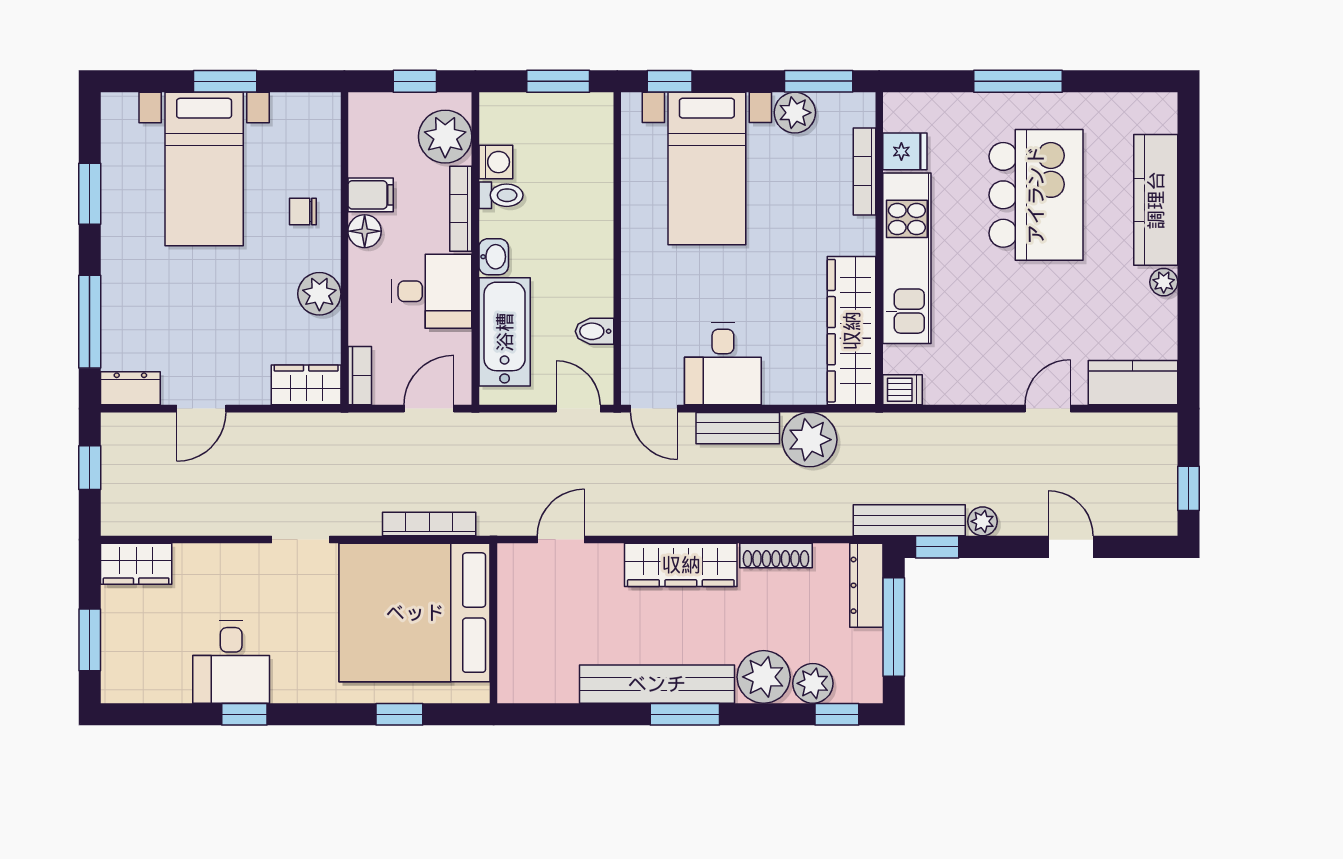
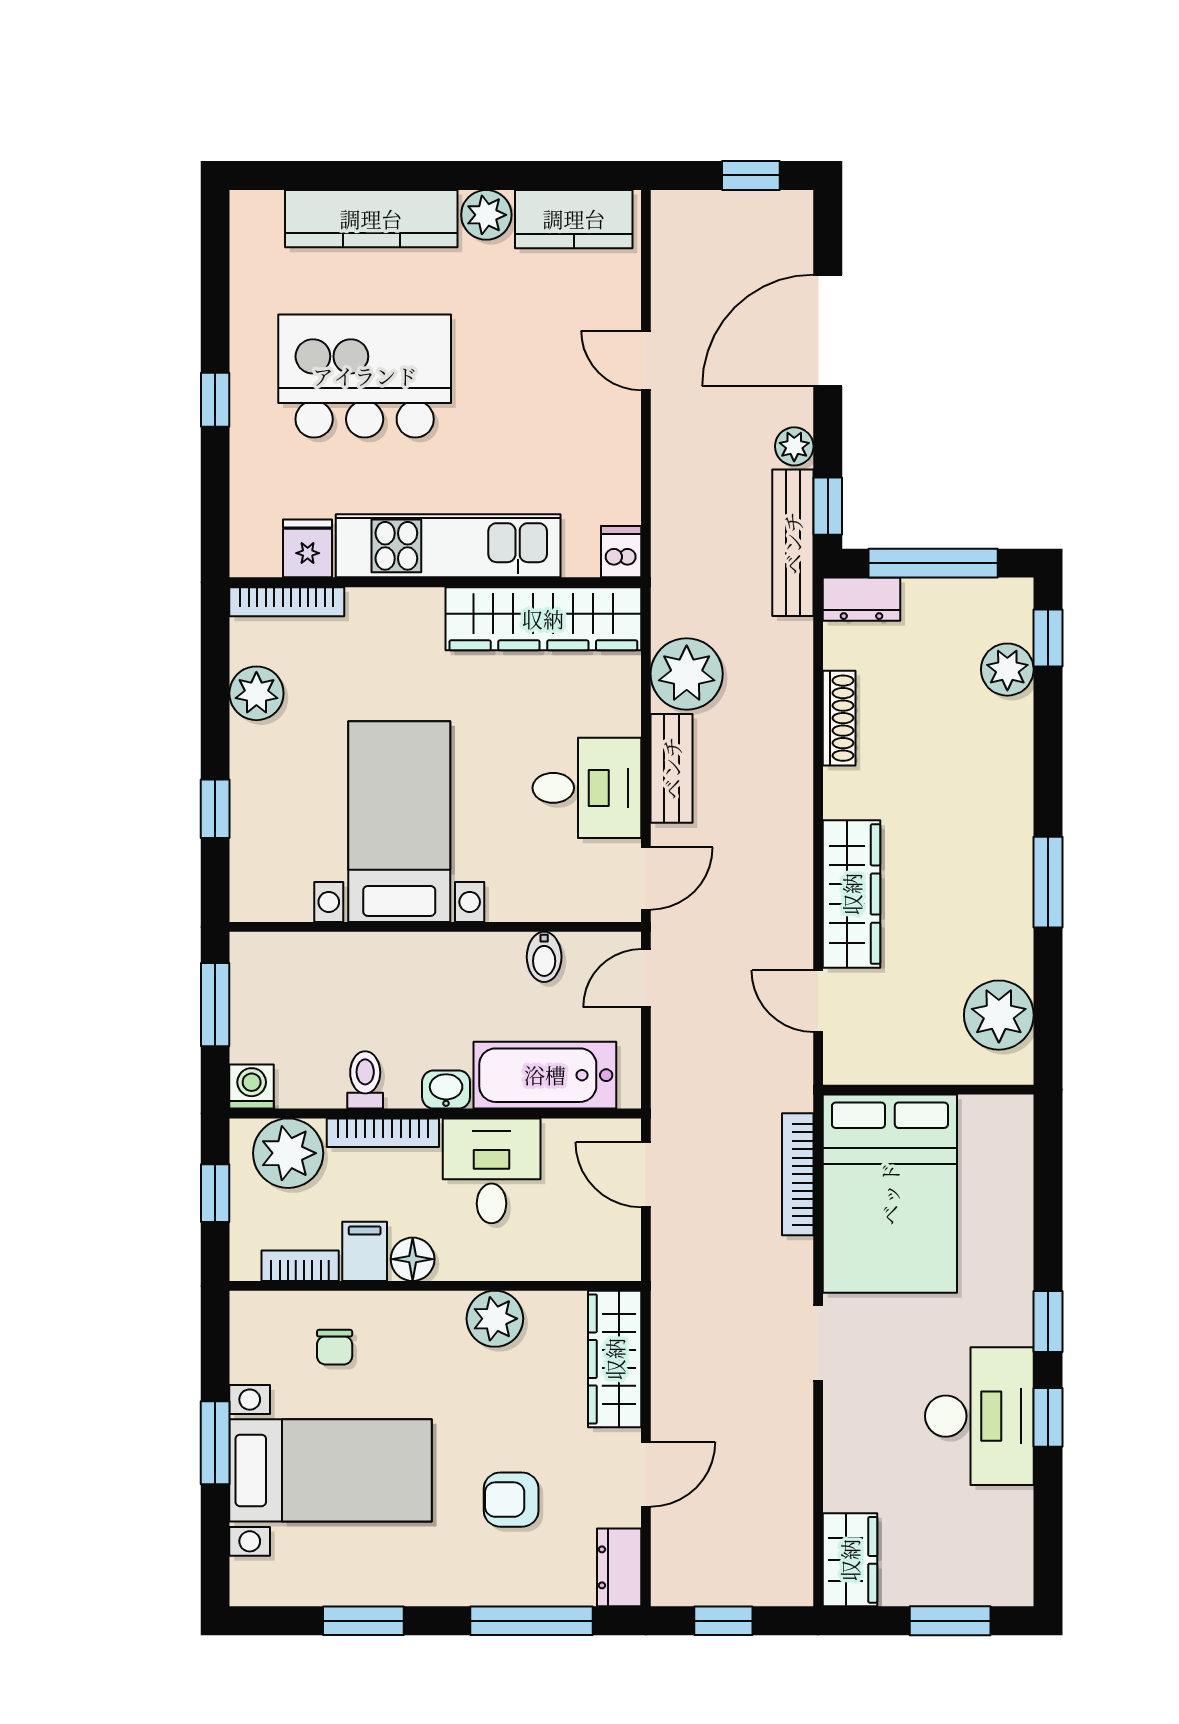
window: (670, 81) -> (215, 809), moved
window: (819, 81) -> (215, 662), removed
window: (1018, 81) -> (215, 400), width x0.46
washing machine: (496, 162) -> (252, 1087), moved
bed with nightstands: (707, 168) -> (399, 822), moved, turned -90
bookcase: (864, 171) -> (287, 602), moved
chair: (303, 211) -> (335, 1347), moved
plant: (1164, 282) -> (486, 215), width x1.38, depth x1.38
armchair: (182, 306) -> (511, 1500), added
bookcase: (360, 376) -> (300, 1266), moved
kitchen counter: (1133, 383) -> (574, 219), moved, turned -90
wardrobe: (306, 385) -> (615, 1359), width x1.50
door: (201, 409) -> (646, 1474), hinge flipped
door: (1071, 547) -> (828, 330), width x1.87
wardrobe: (681, 565) -> (852, 894), moved
dresser: (866, 585) -> (861, 599), width x0.70
bed: (415, 613) -> (890, 1194), width x0.73
desk: (231, 662) -> (979, 1416), width x1.37
plant: (764, 677) -> (999, 1015), moved
bench: (657, 684) -> (1008, 875), removed
window: (399, 714) -> (1048, 1322), moved
window: (685, 714) -> (1048, 882), moved

